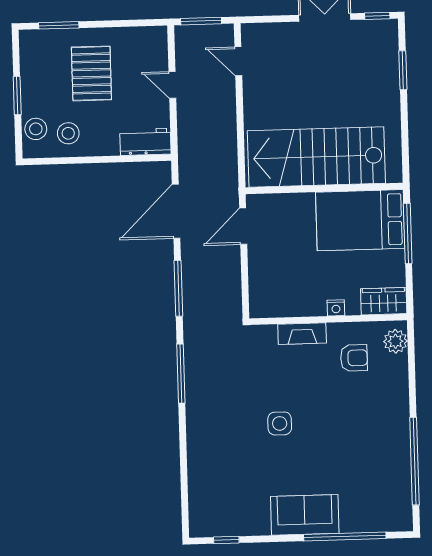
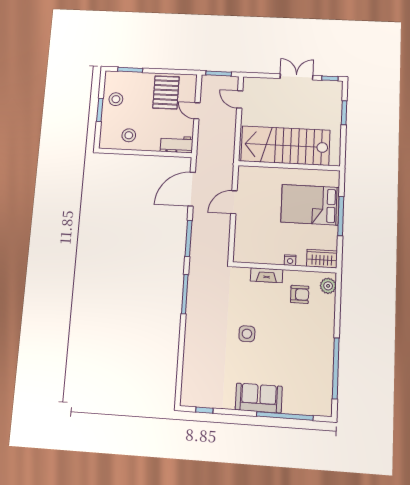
pallet: (91, 73) -> (166, 92), moved
stool: (36, 129) -> (116, 99), moved
stairs: (316, 157) -> (285, 146), moved
wall: (324, 188) -> (289, 166), moved

